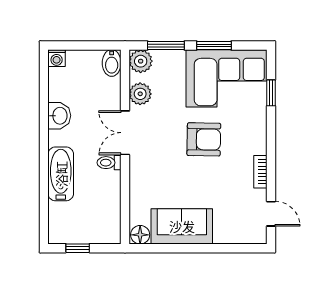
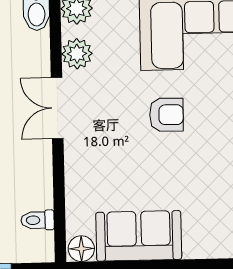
armchair: (204, 139) -> (166, 115), width x0.72, depth x0.72
toilet: (109, 163) -> (38, 220), moved

